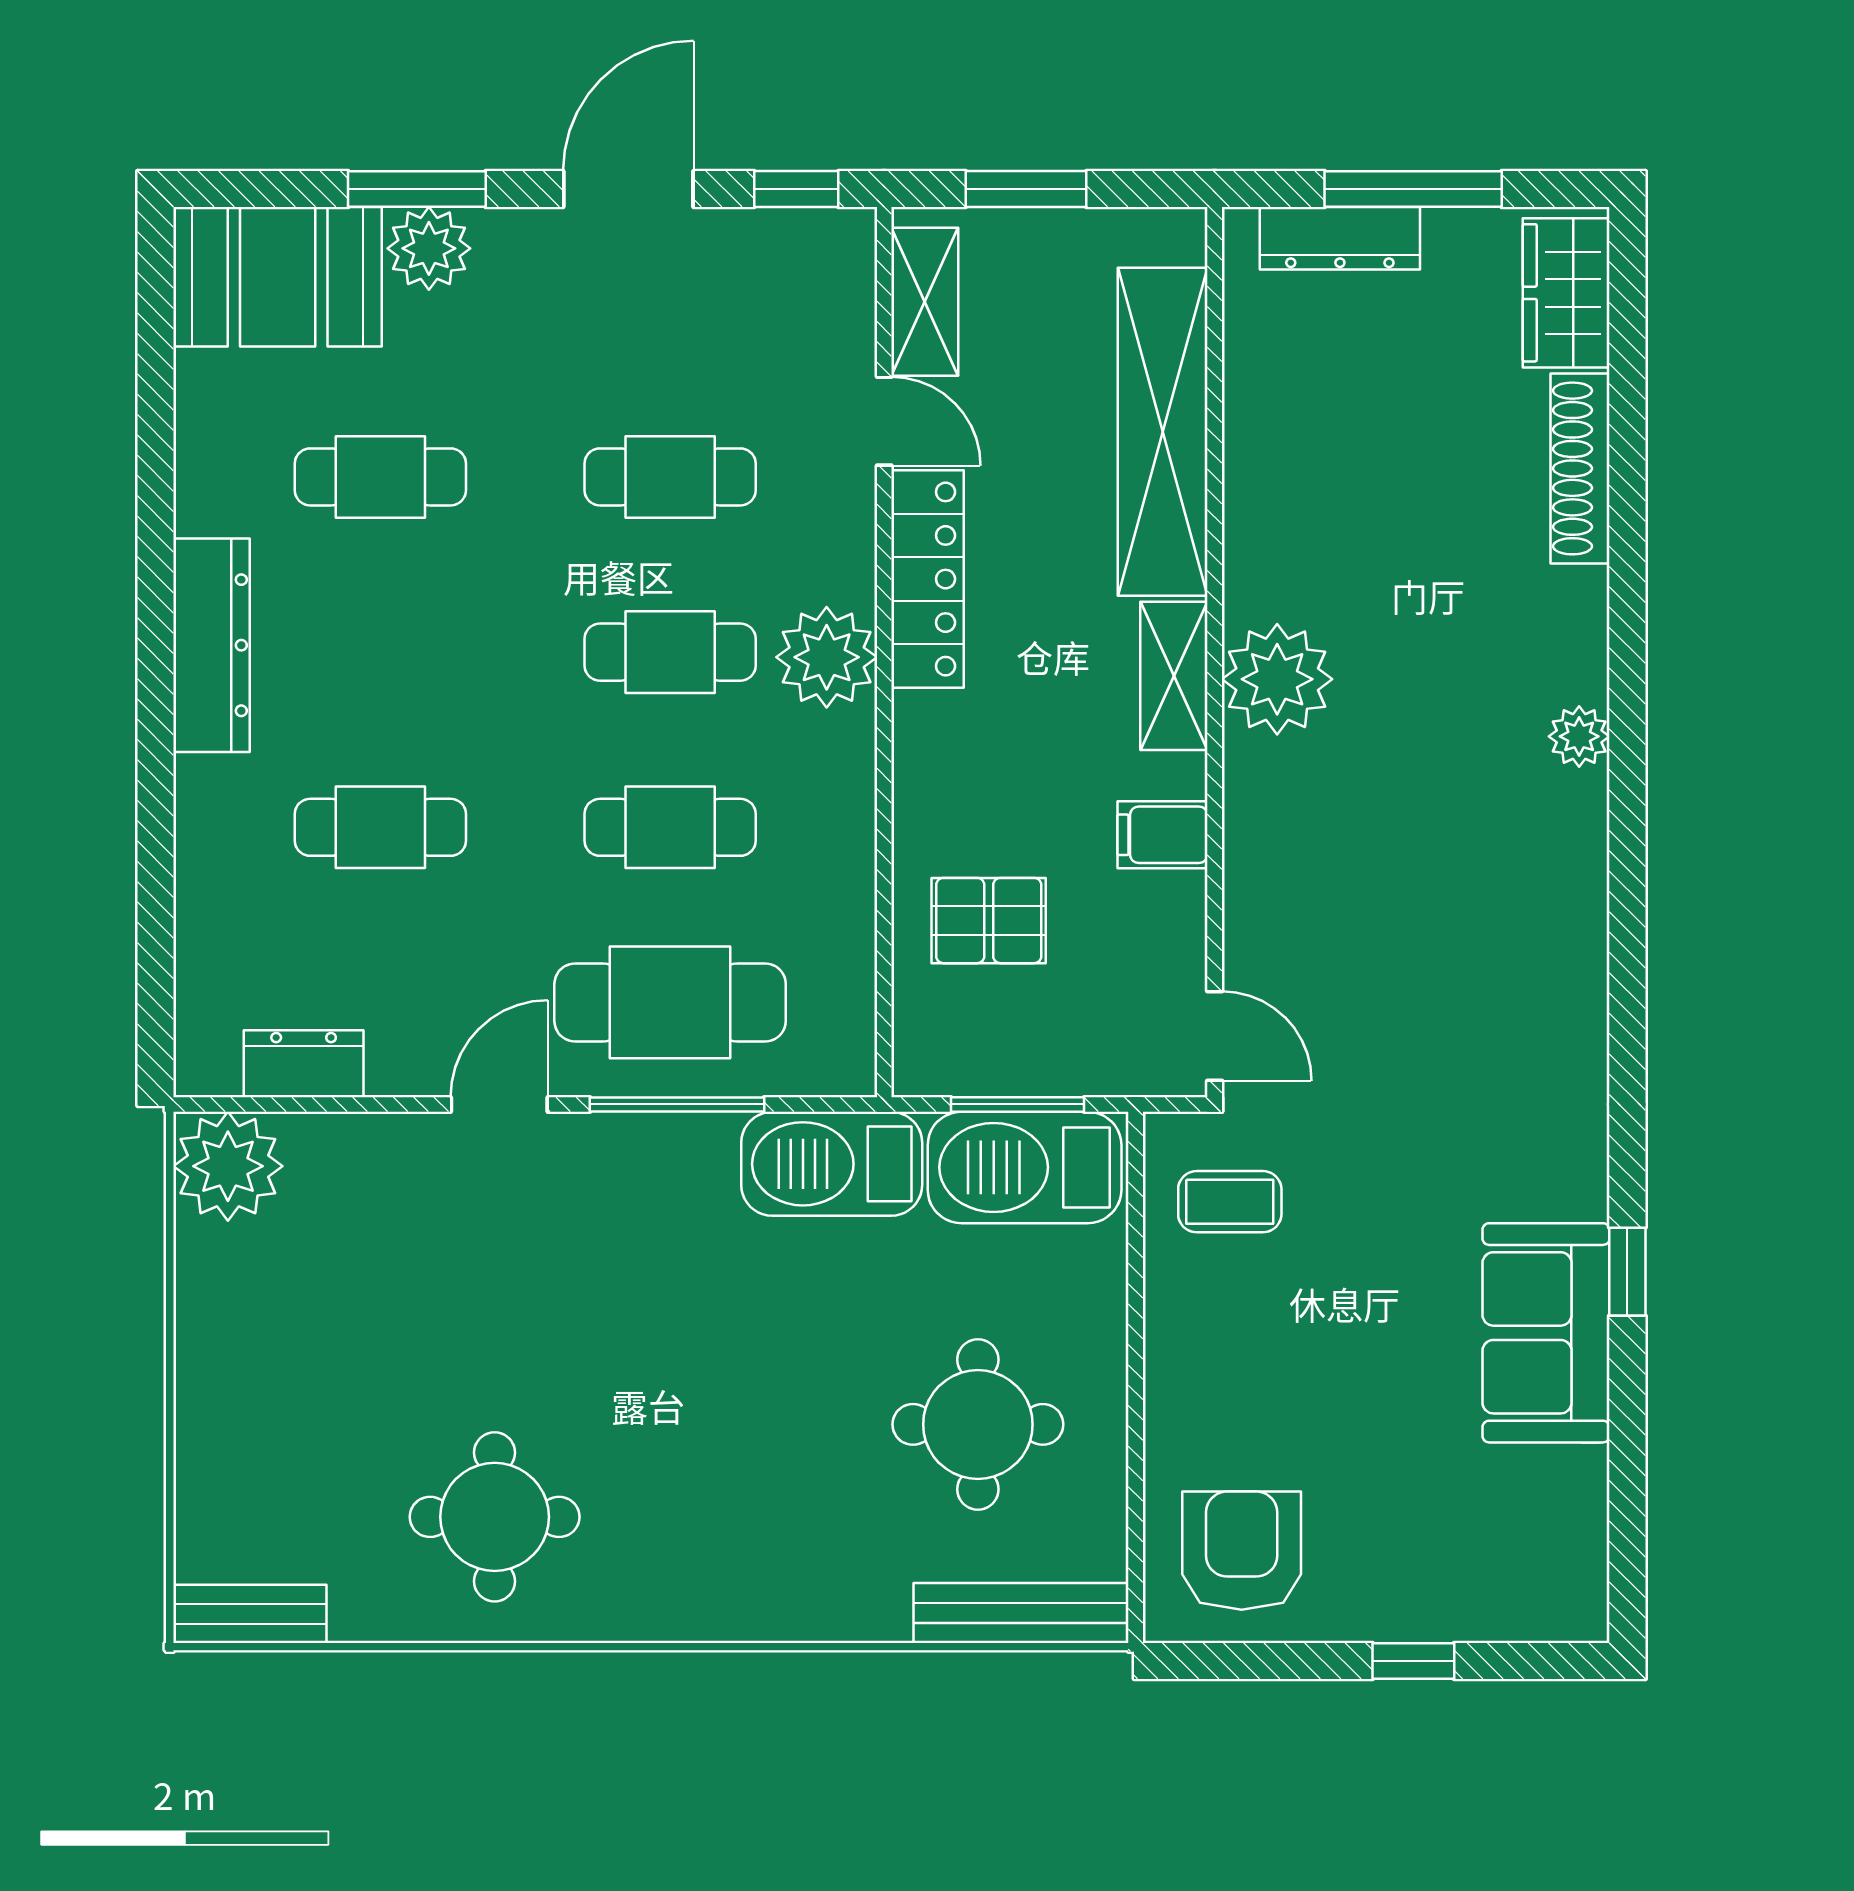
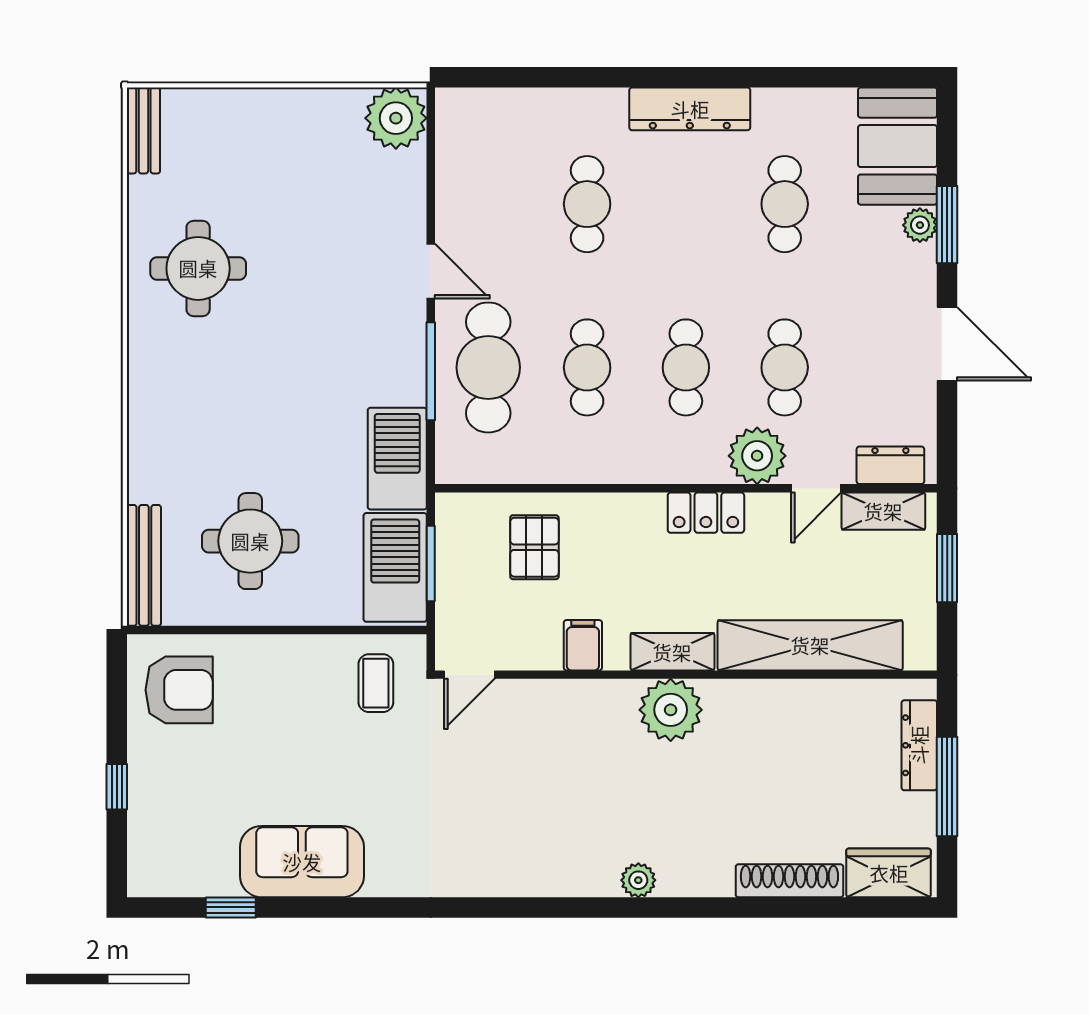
window: (796, 189) -> (947, 439), removed
plant: (429, 248) -> (920, 225), width x0.73, depth x0.73
locker: (927, 579) -> (706, 513), width x0.66
plant: (827, 657) -> (757, 456), moved
dresser: (304, 1064) -> (890, 465), moved, turned -90
window: (1627, 1272) -> (231, 907), moved

